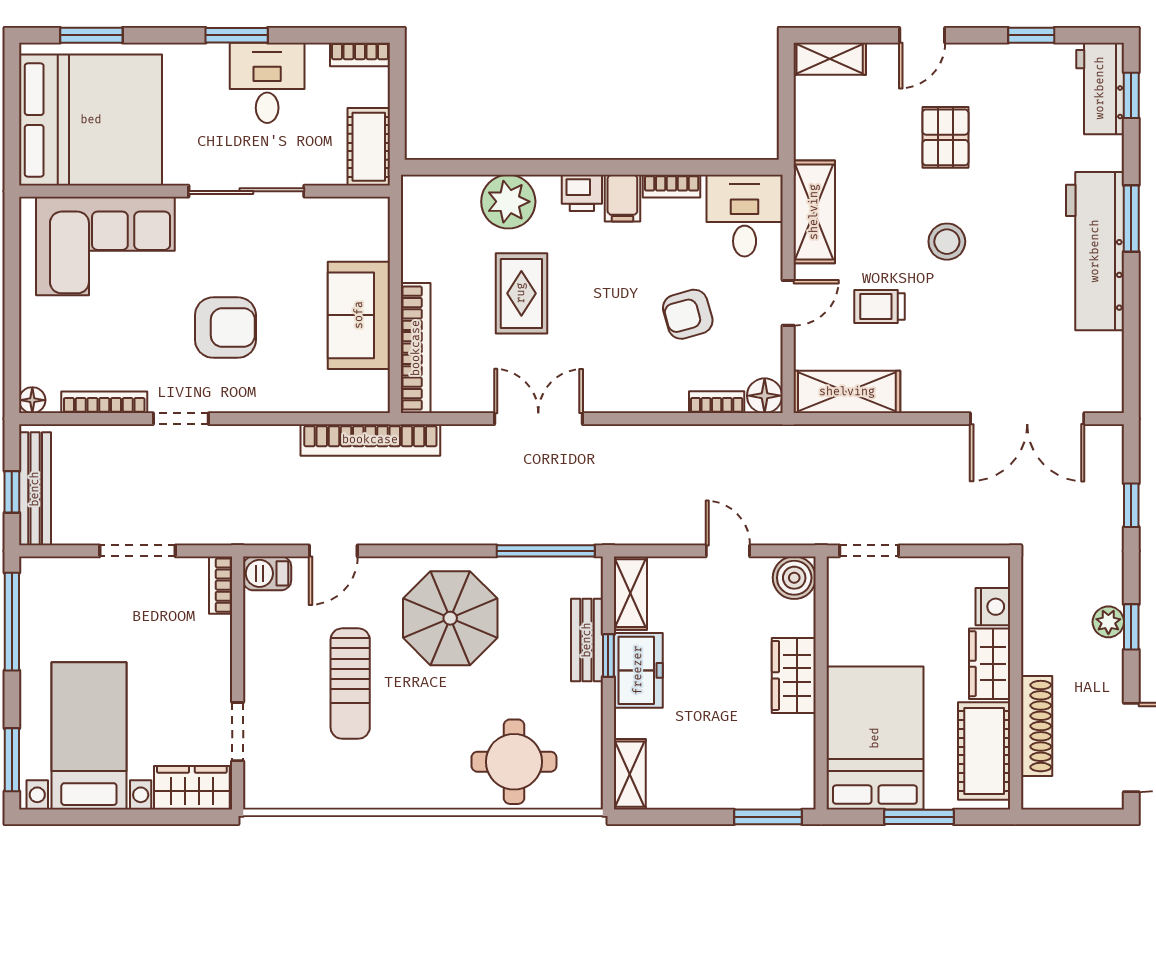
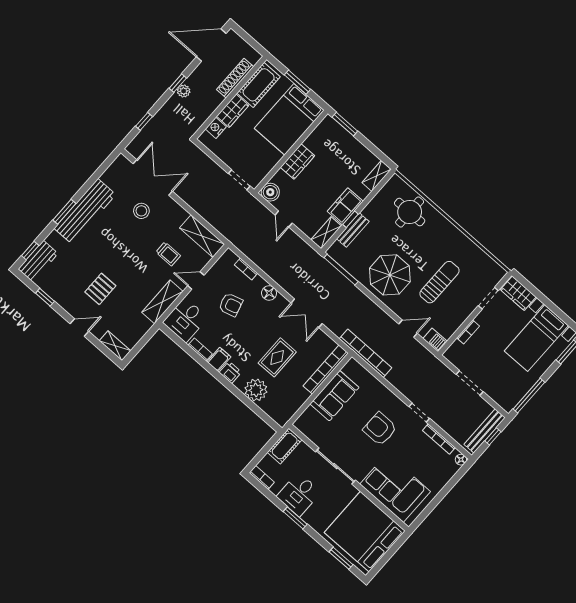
stool: (947, 242) -> (141, 211), moved
floor lamp: (765, 396) -> (269, 293), moved
bookcase: (221, 585) -> (468, 332), moved

